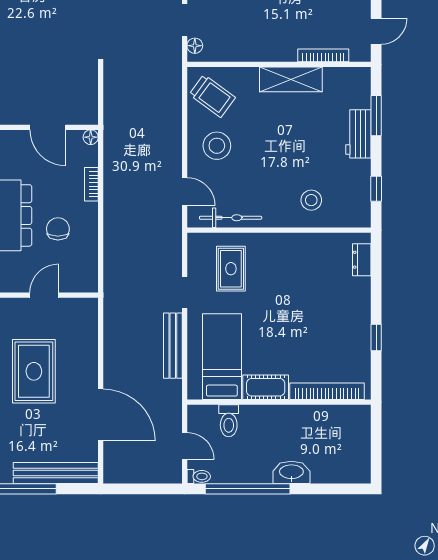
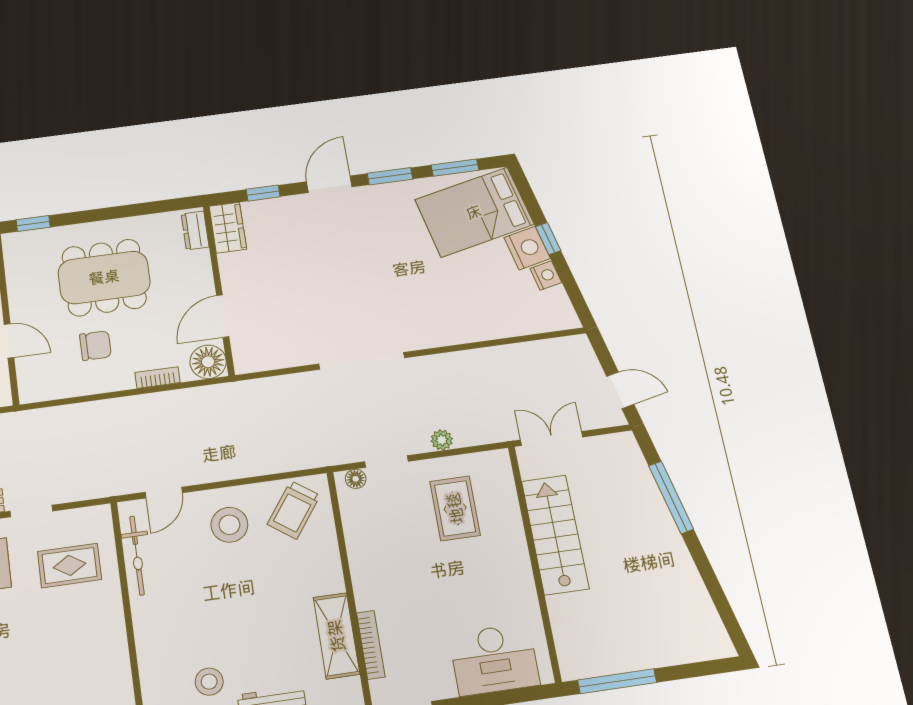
shelving: (291, 79) -> (336, 636), moved
floor lamp: (91, 137) -> (208, 362), width x1.89, depth x1.89
stool: (311, 200) -> (209, 682), moved

